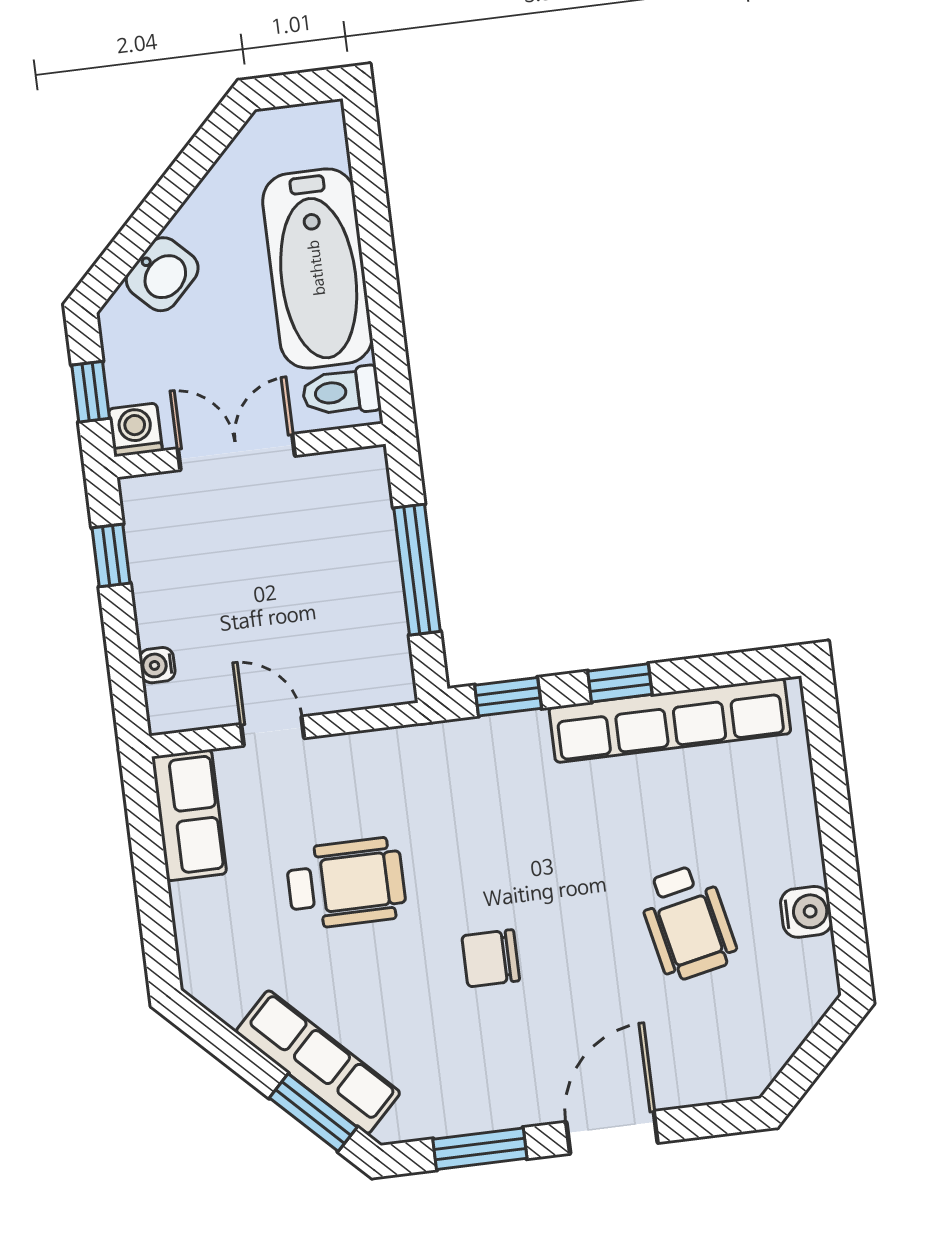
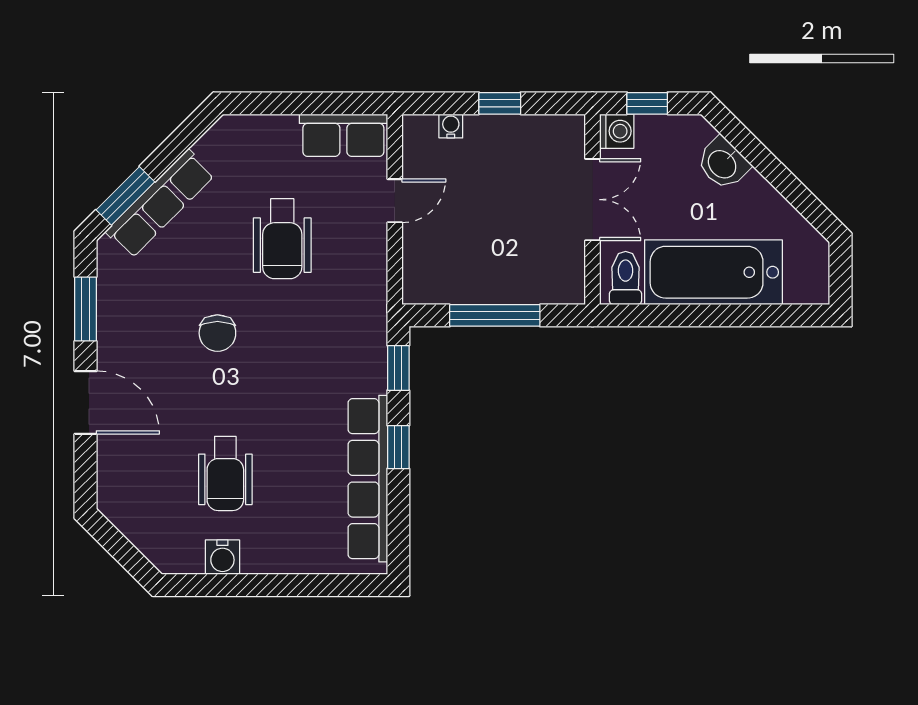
window: (111, 556) -> (500, 103), moved
wheelchair: (688, 922) -> (225, 473), turned -78
chair: (491, 958) -> (217, 333), turned 180

